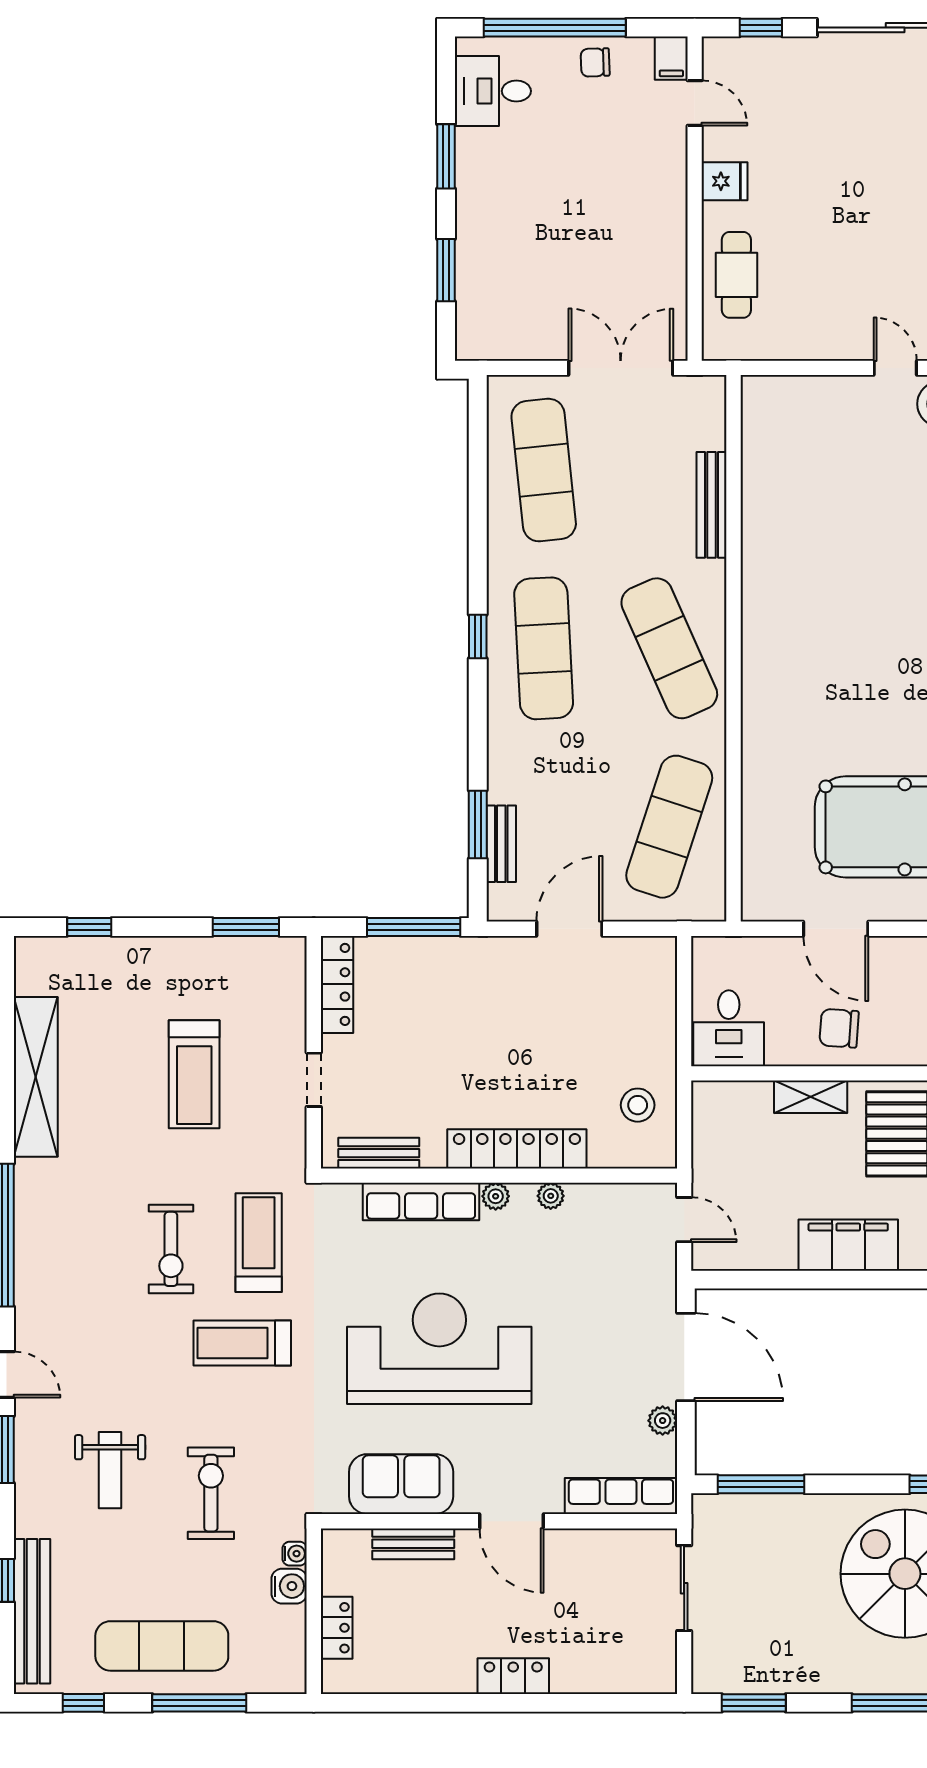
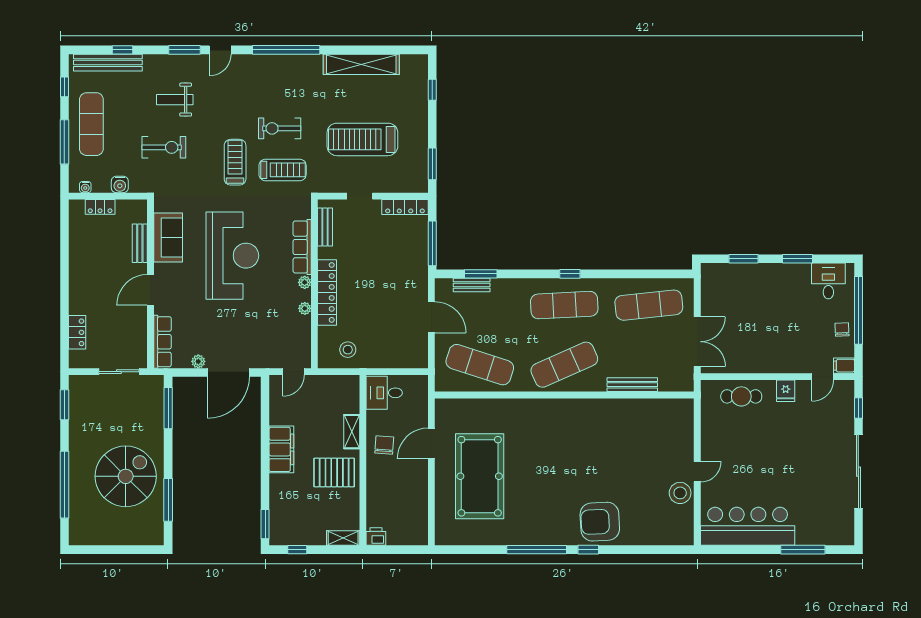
treadmill: (194, 1074) -> (362, 139), width x1.37, depth x1.38
water cooler: (295, 1554) -> (85, 187), moved
locker: (513, 1676) -> (77, 332), moved

